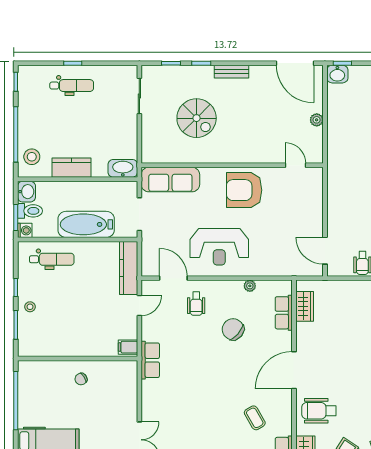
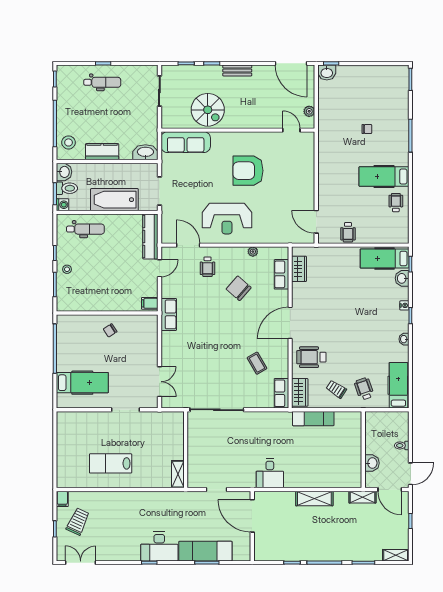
wall: (232, 165) -> (238, 130), moved
door: (295, 165) -> (291, 130), moved
sofa: (170, 180) -> (186, 142), moved

